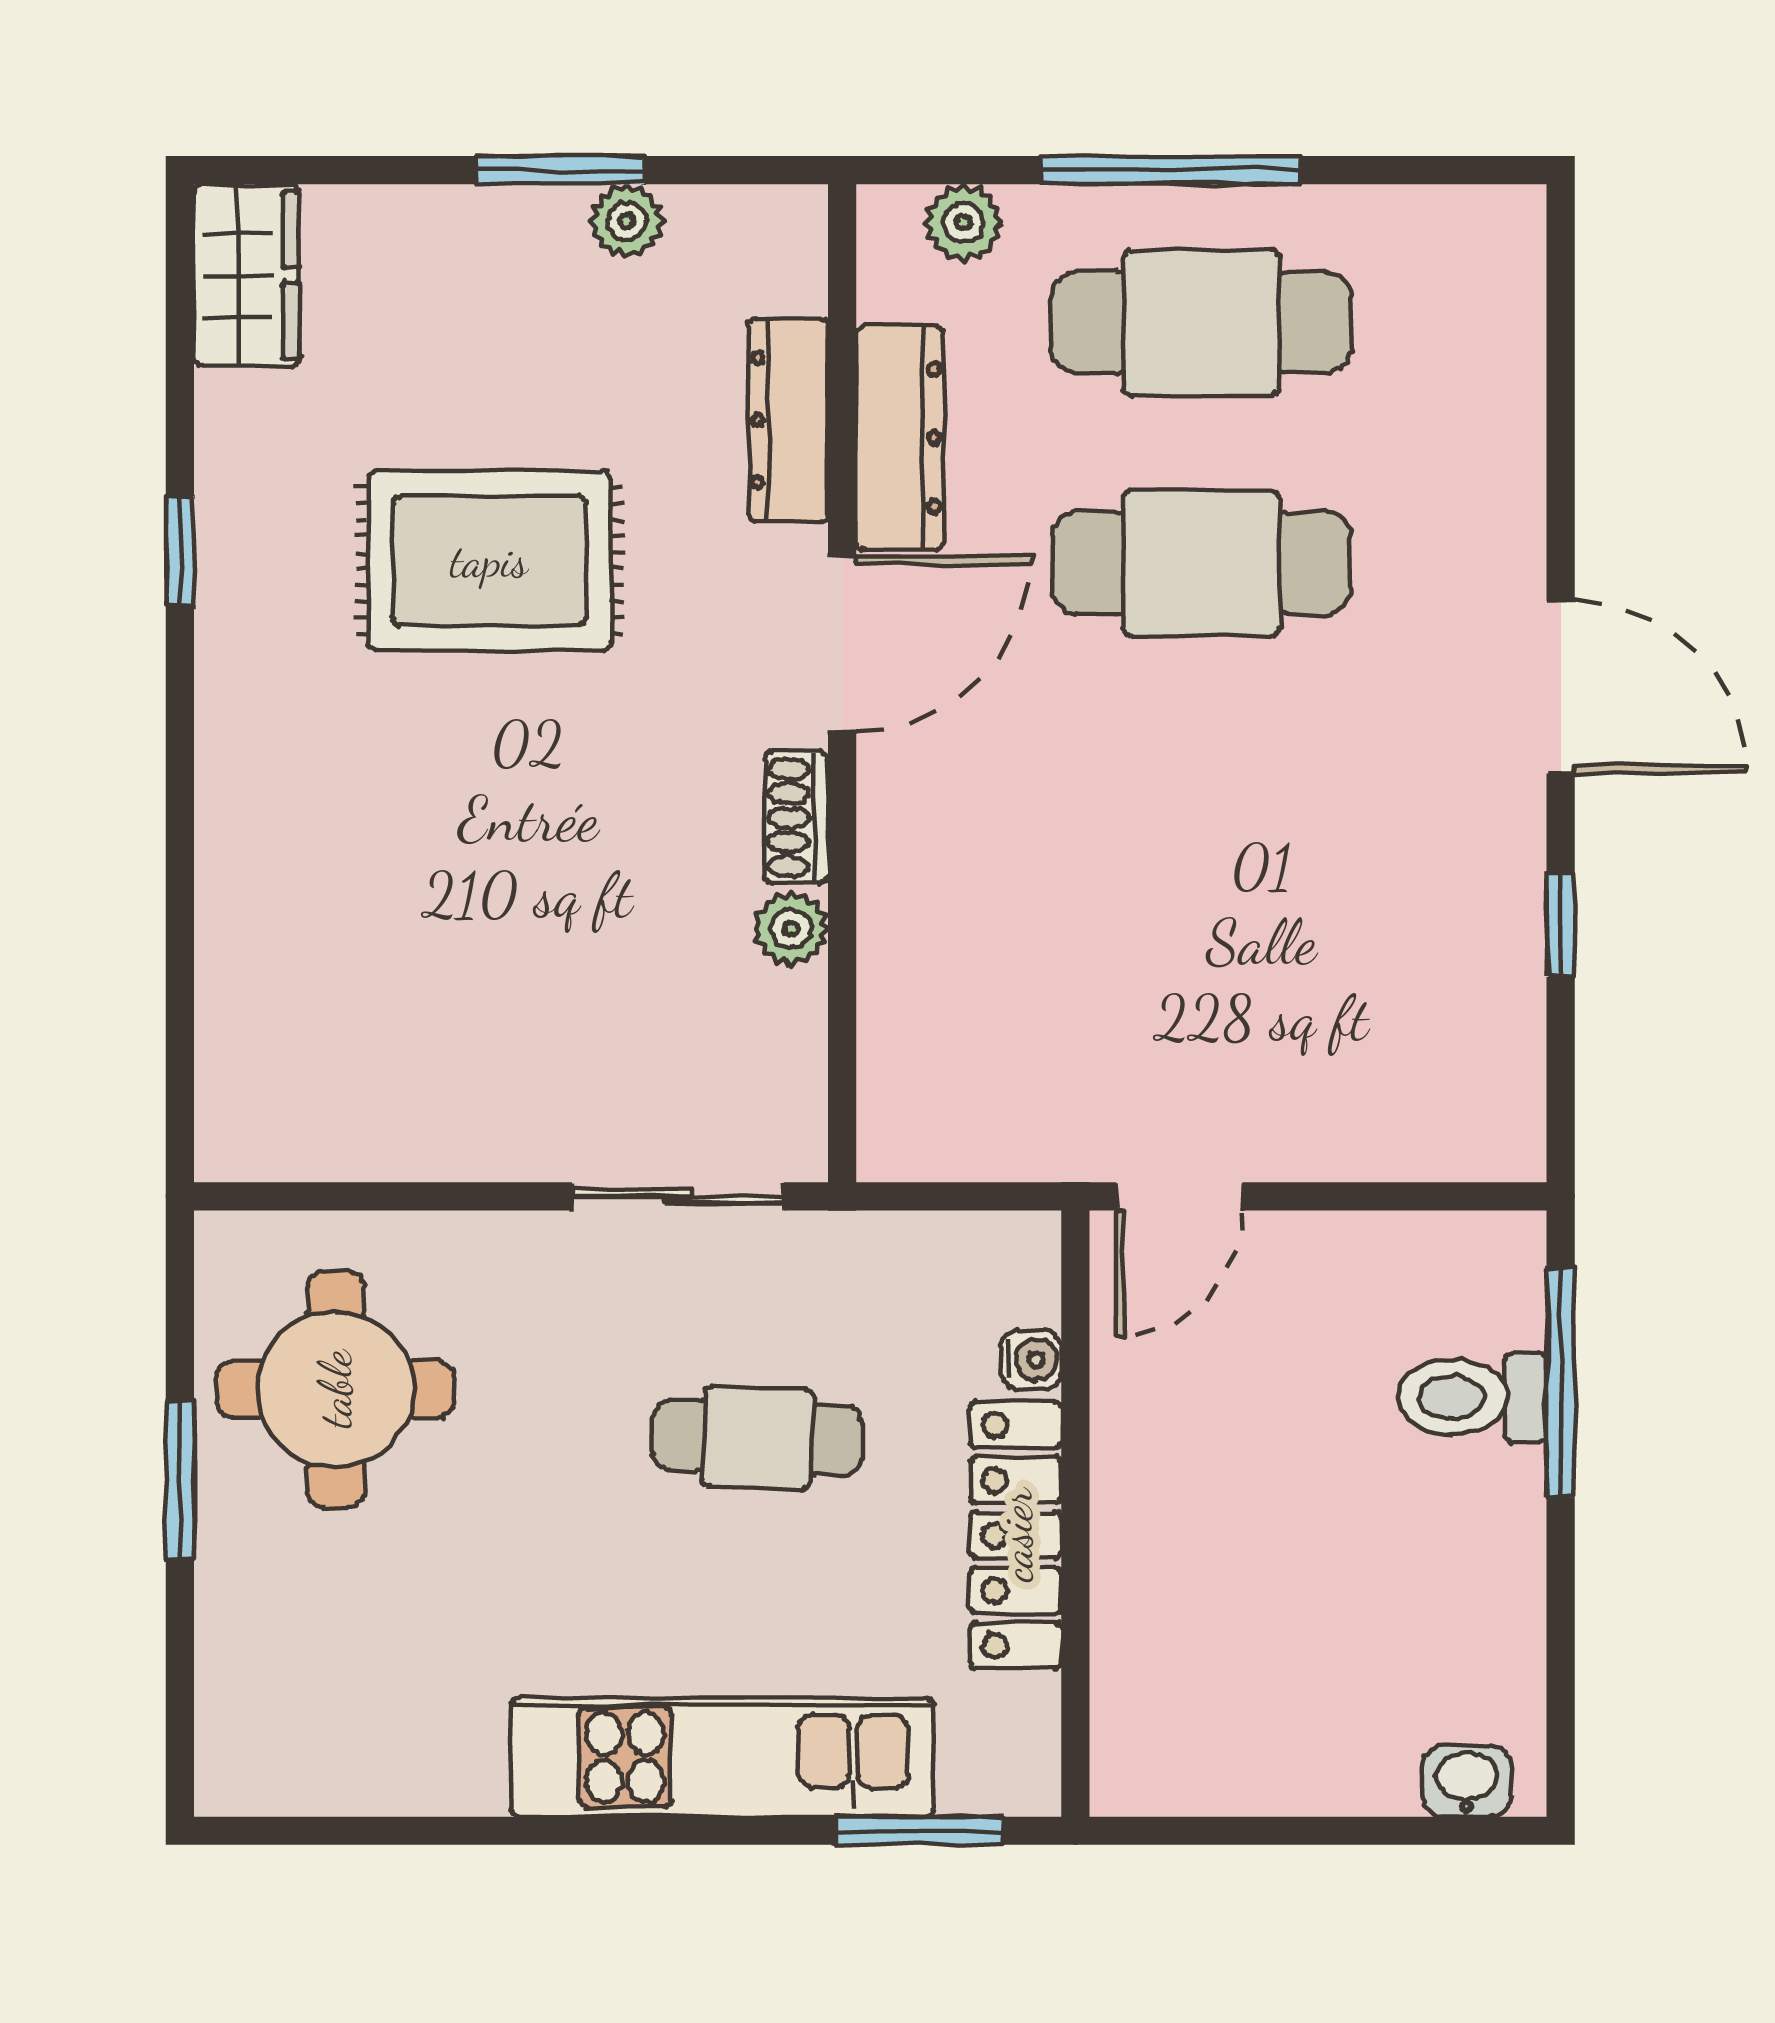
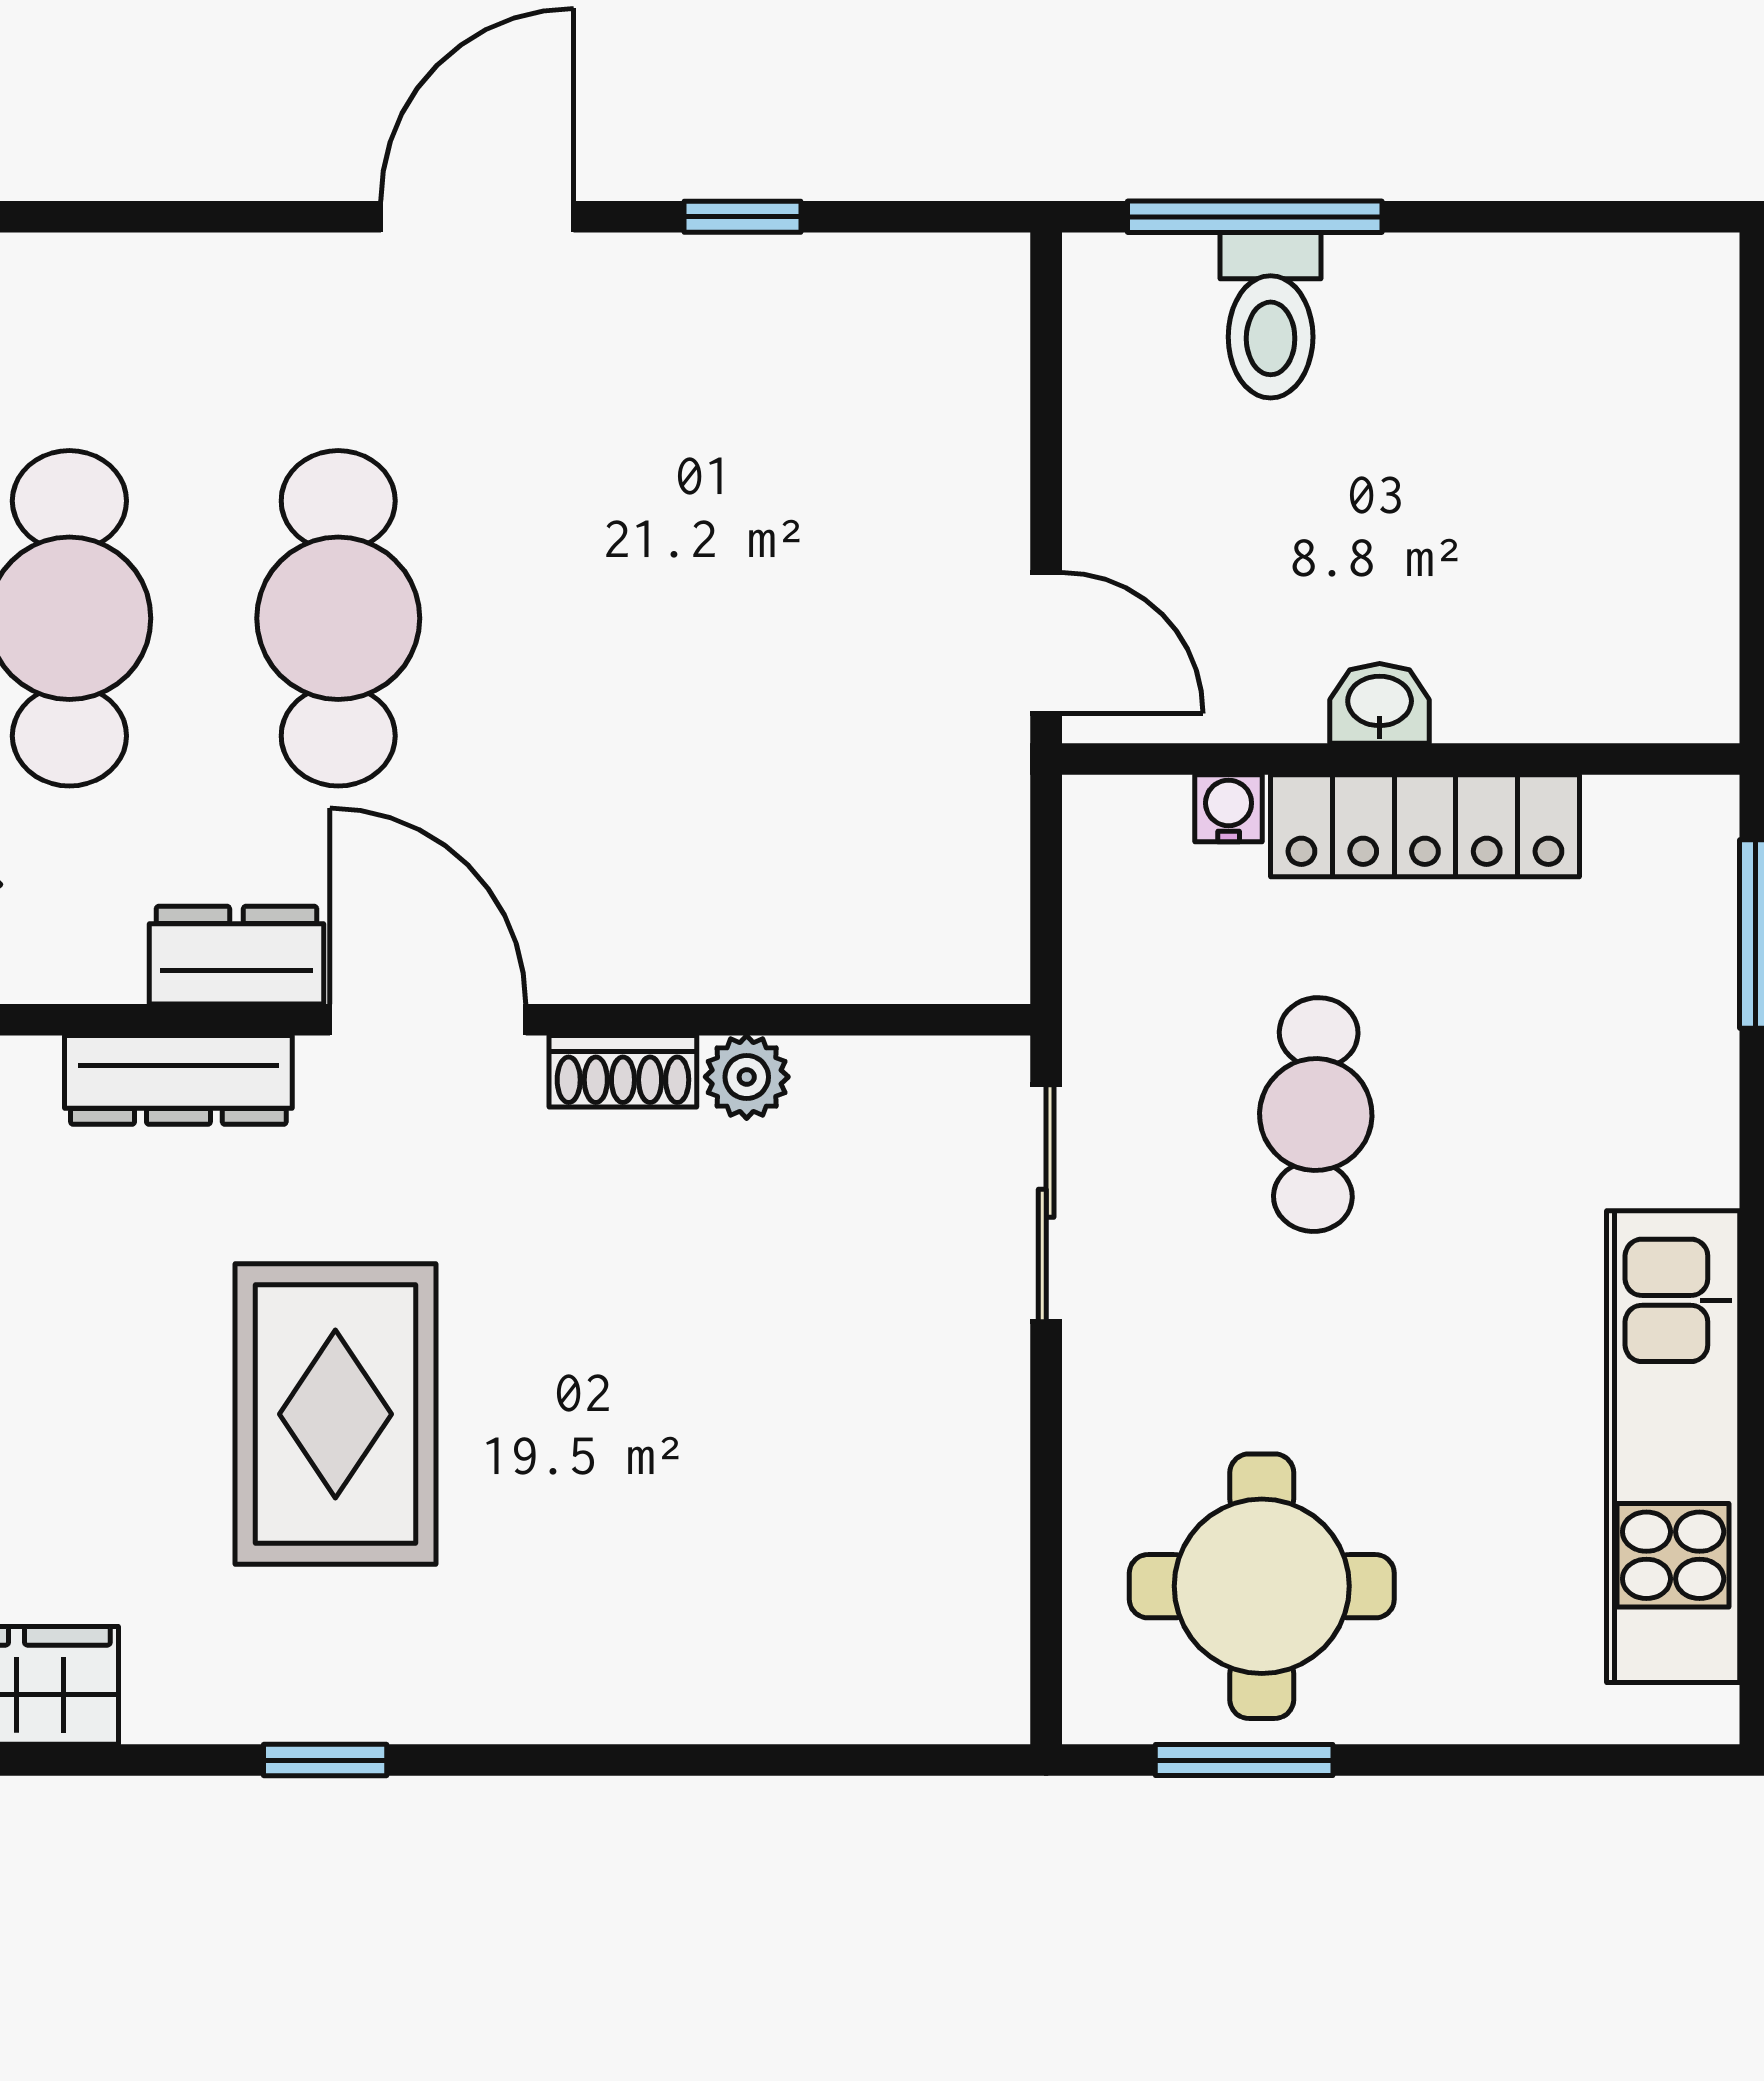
dresser: (900, 438) -> (236, 955), width x0.70
window: (180, 1481) -> (1244, 1760), moved
kitchen unit: (722, 1757) -> (1673, 1447), moved
washbasin: (1467, 1781) -> (1380, 703), moved, turned 90

